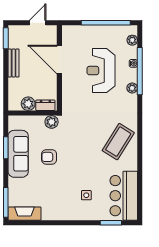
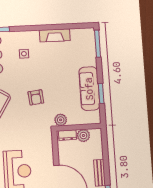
armchair: (49, 157) -> (36, 97), moved, turned 84
fireplace: (24, 214) -> (55, 35), moved

